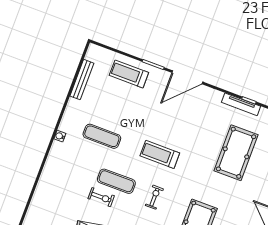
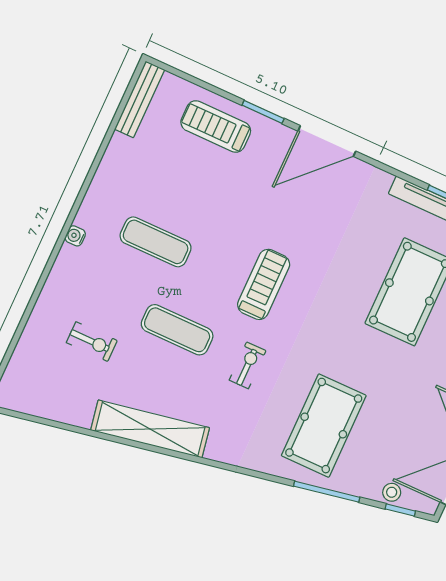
bench: (82, 80) -> (140, 99), moved
treadmill: (160, 154) -> (264, 284), turned 90
exercise bike: (101, 197) -> (92, 342), moved

